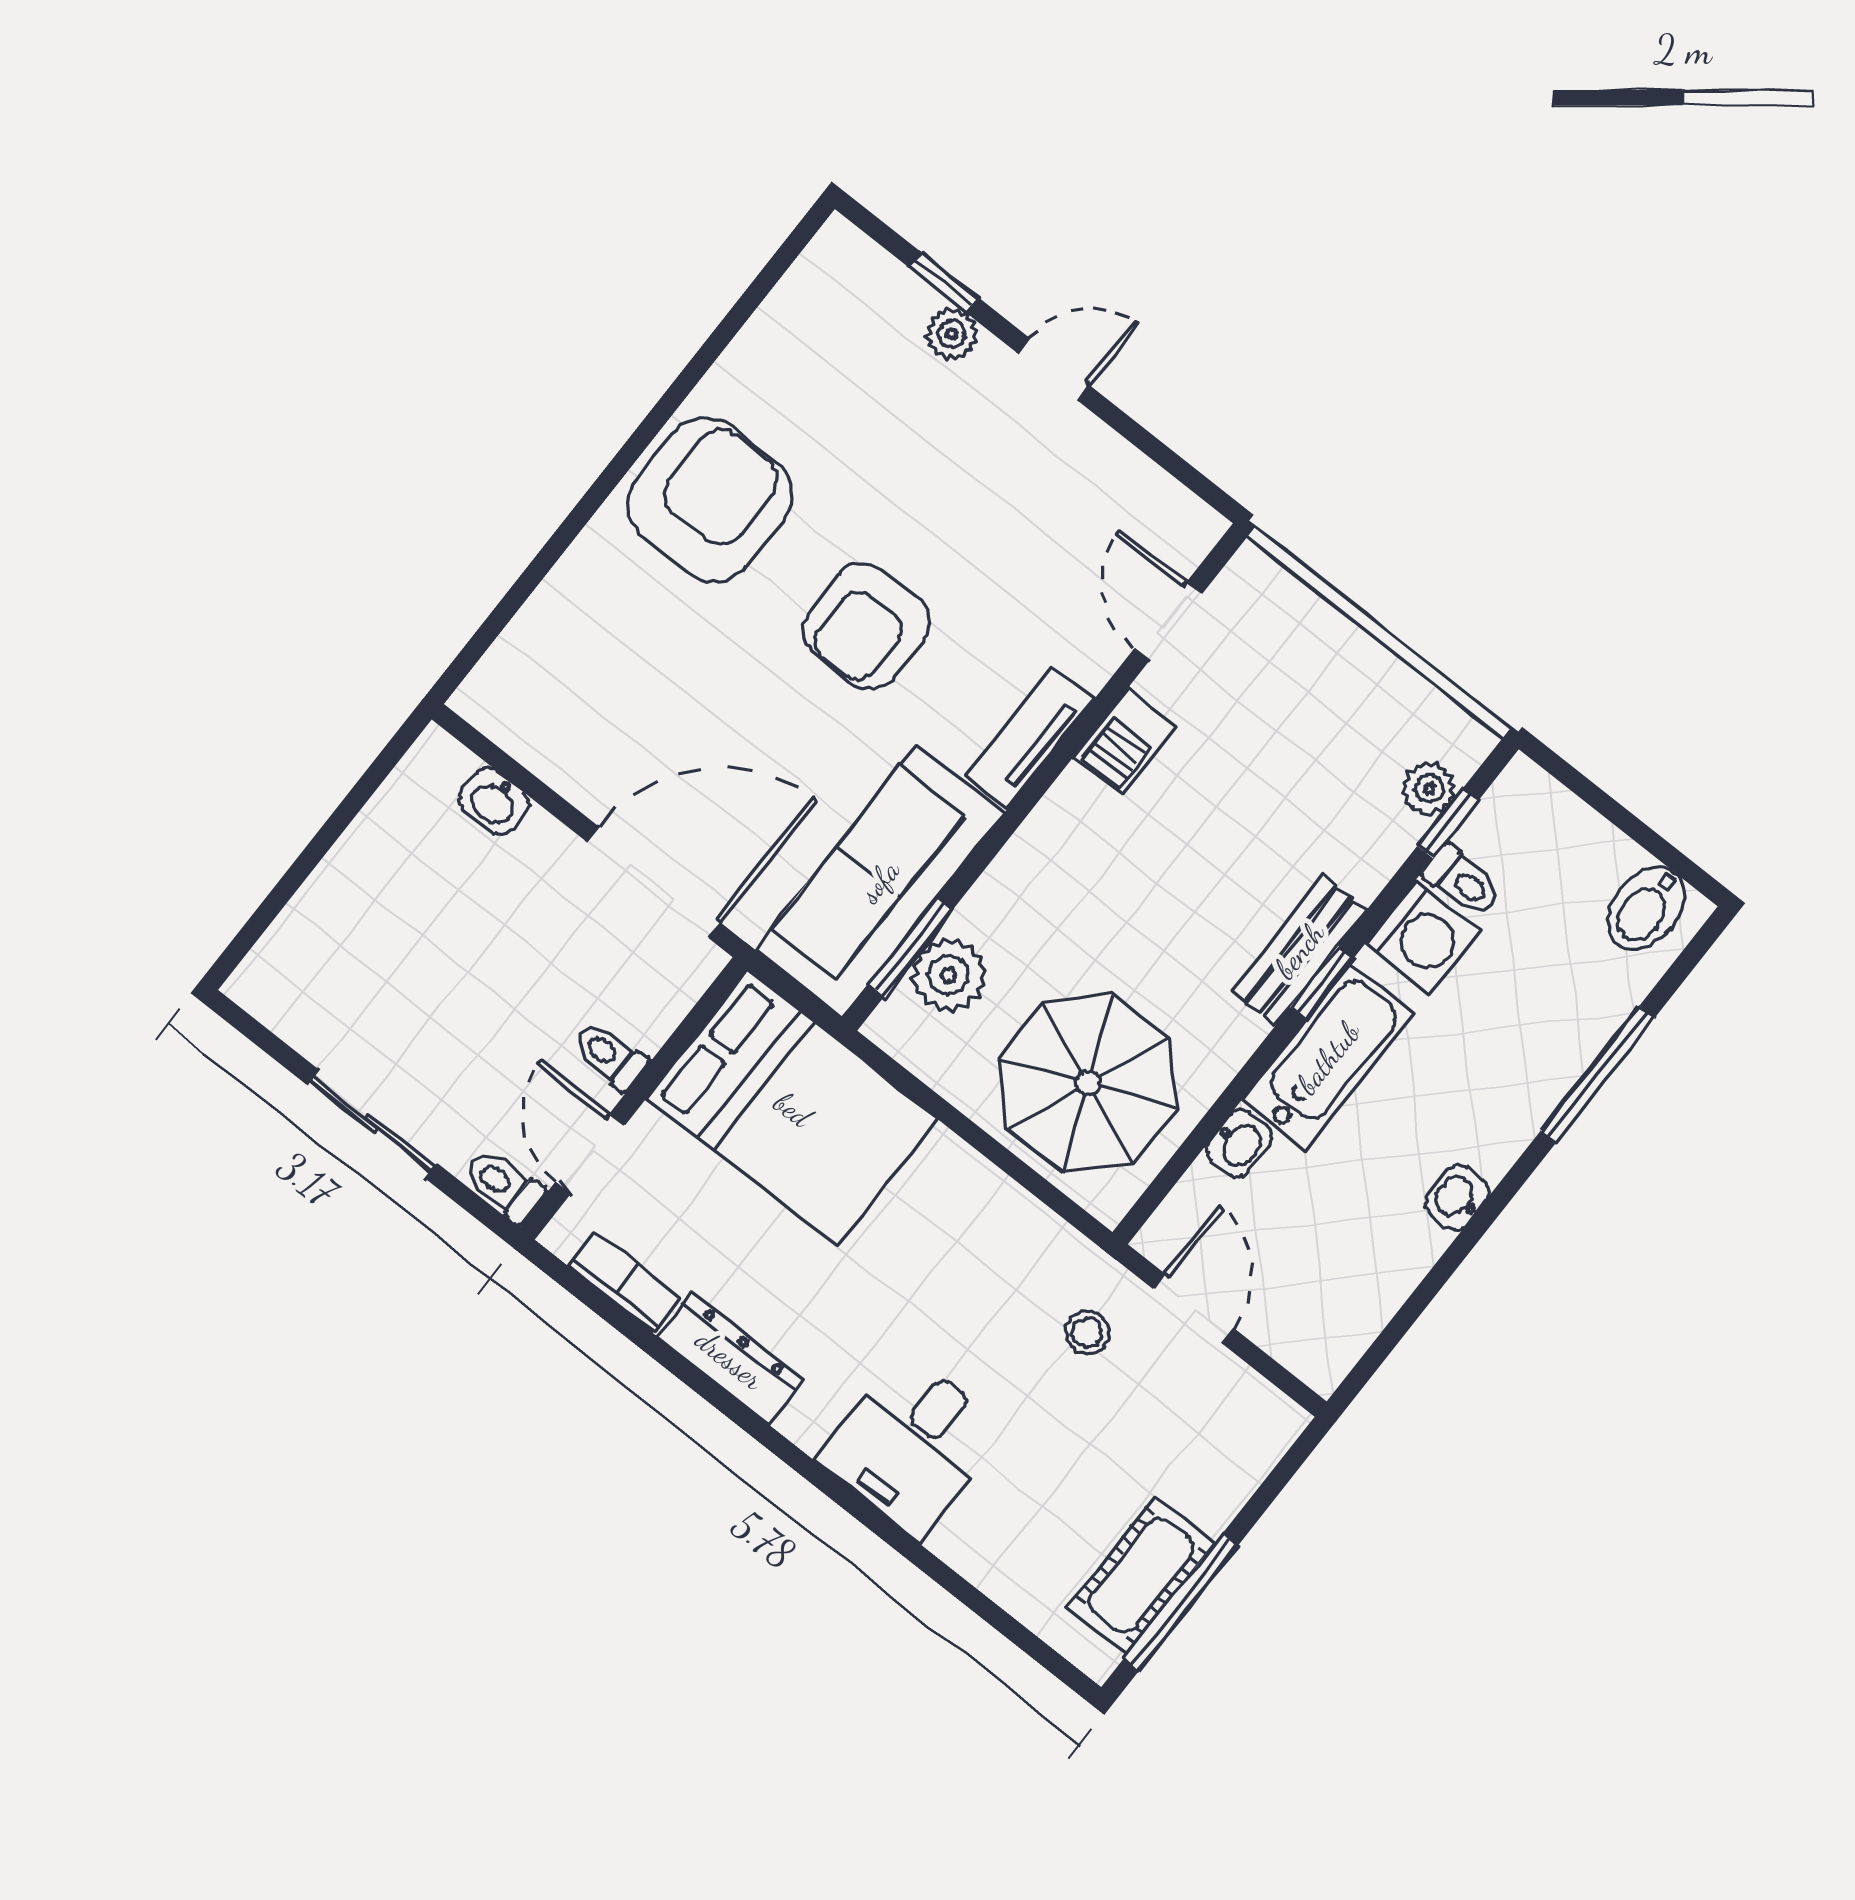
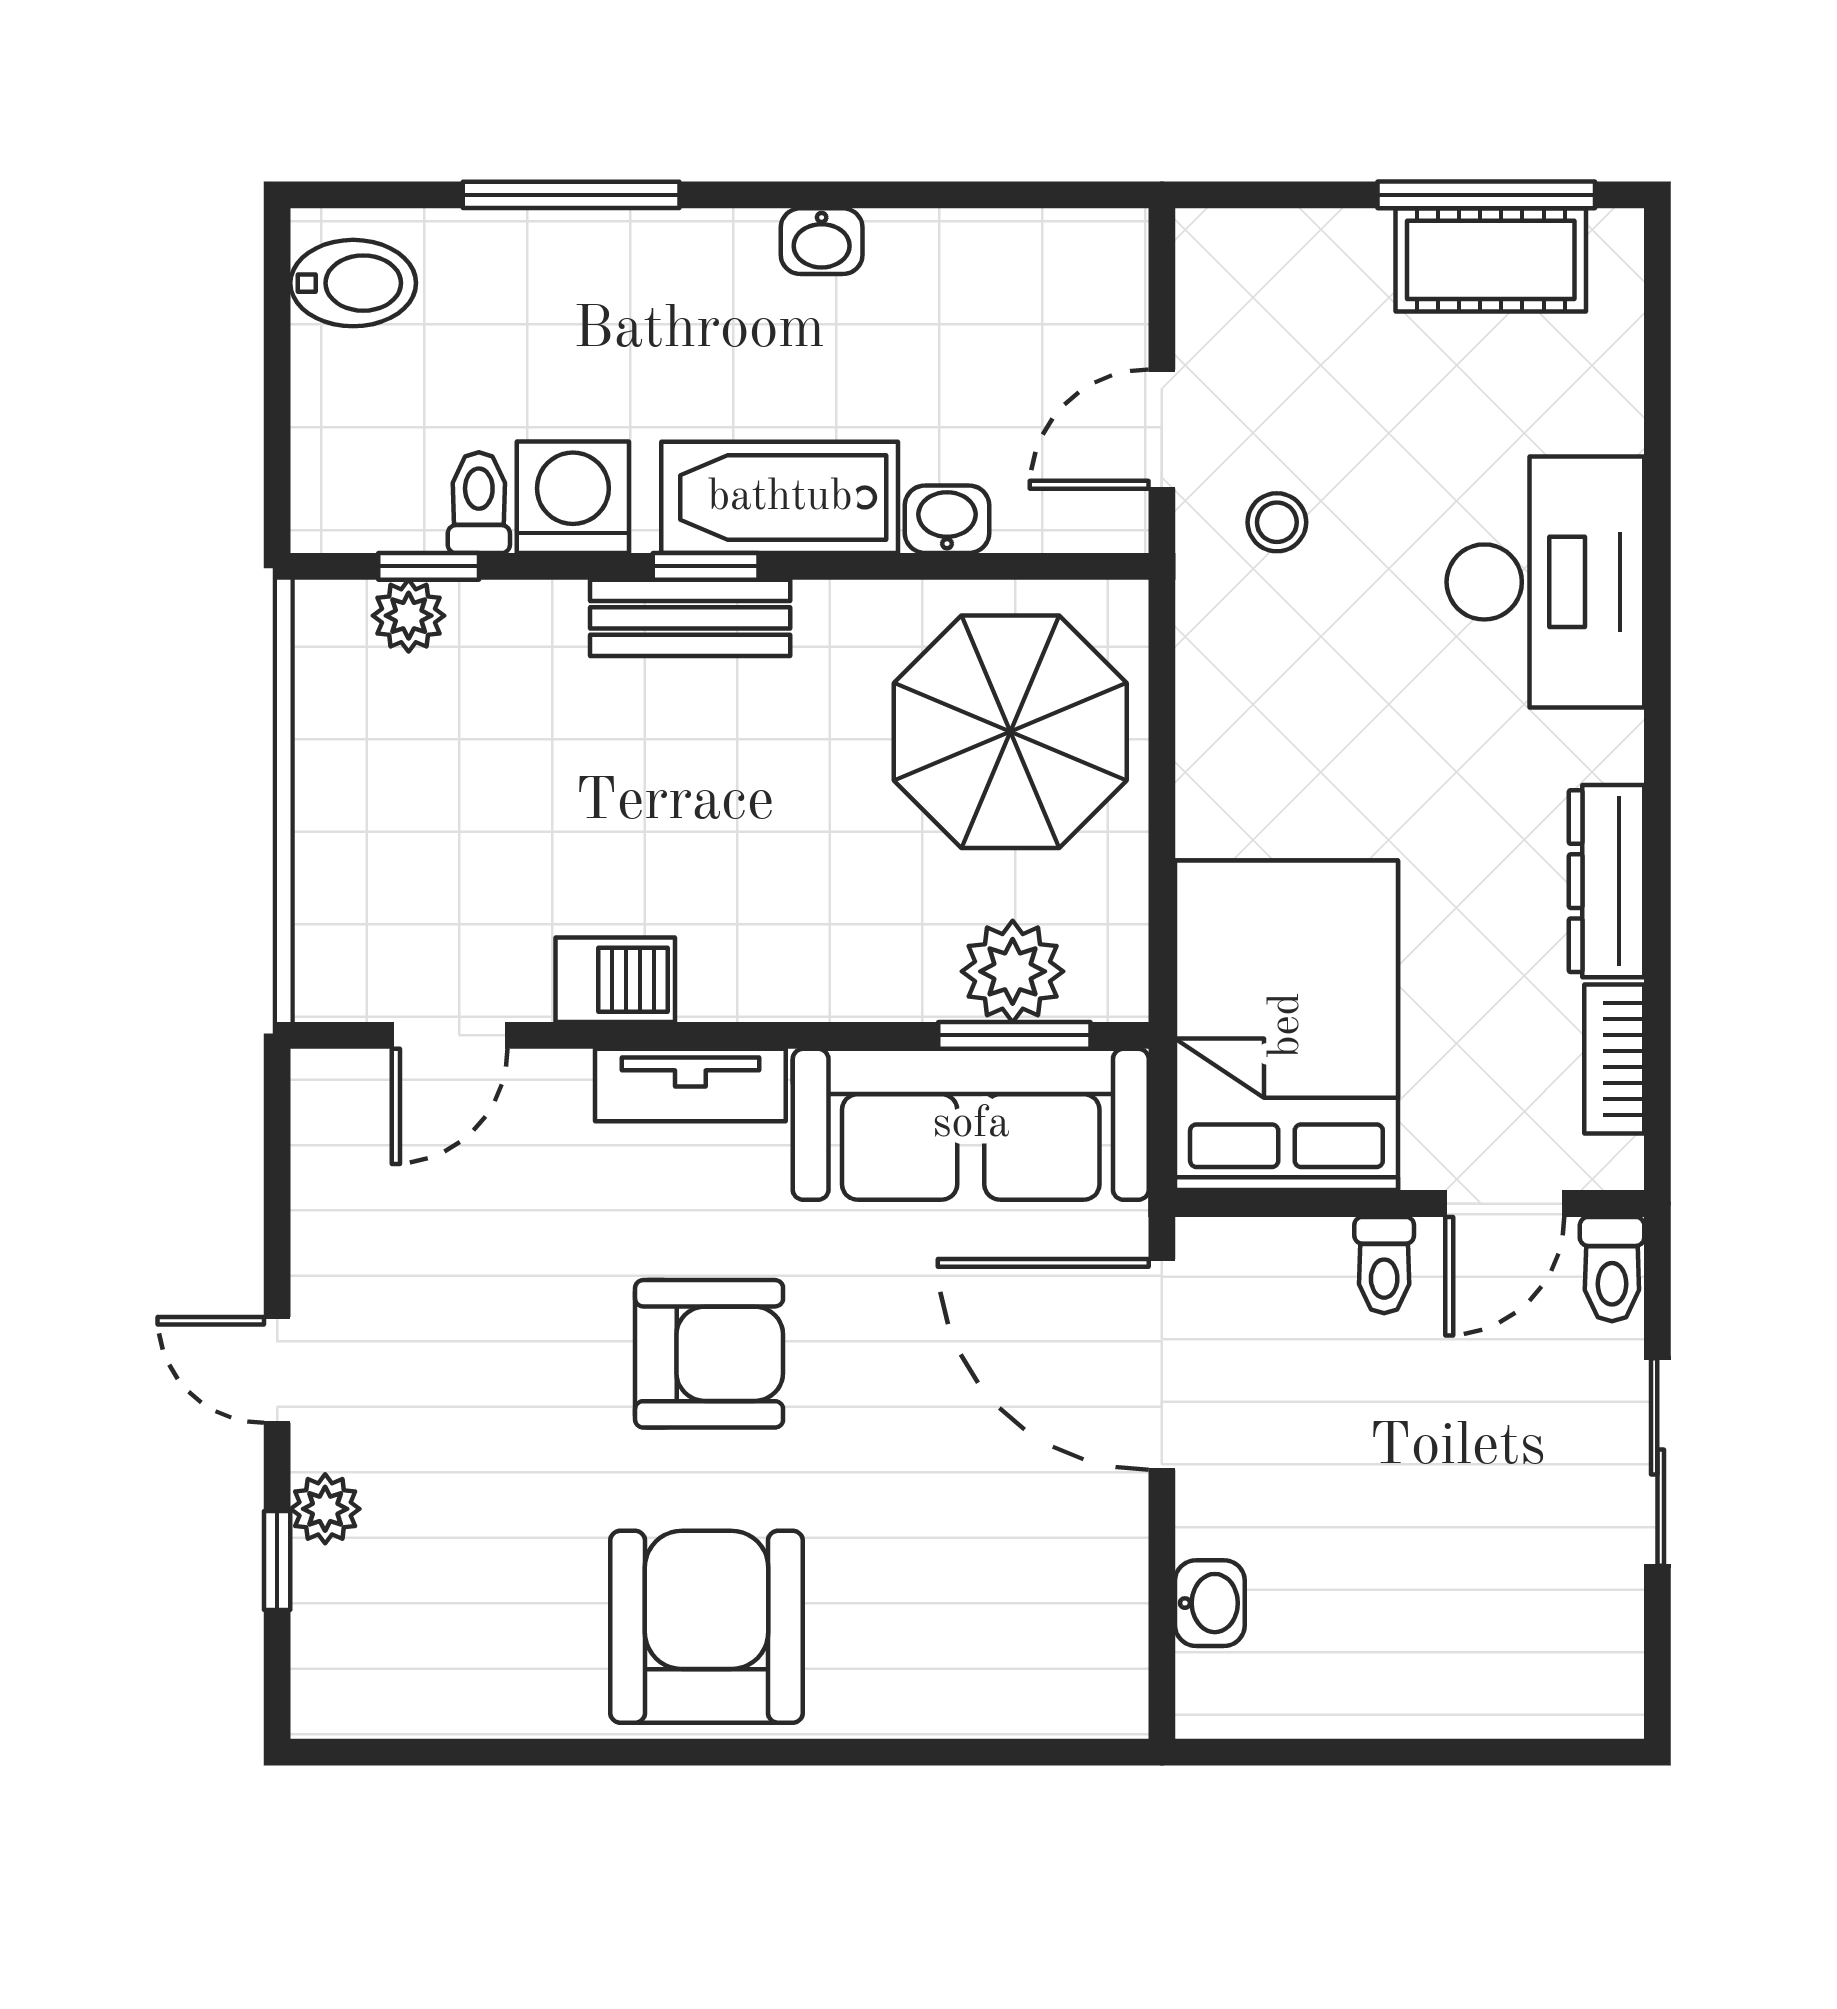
armchair: (710, 500) -> (707, 1627), turned 90
desk: (911, 1445) -> (1545, 582), width x1.37

